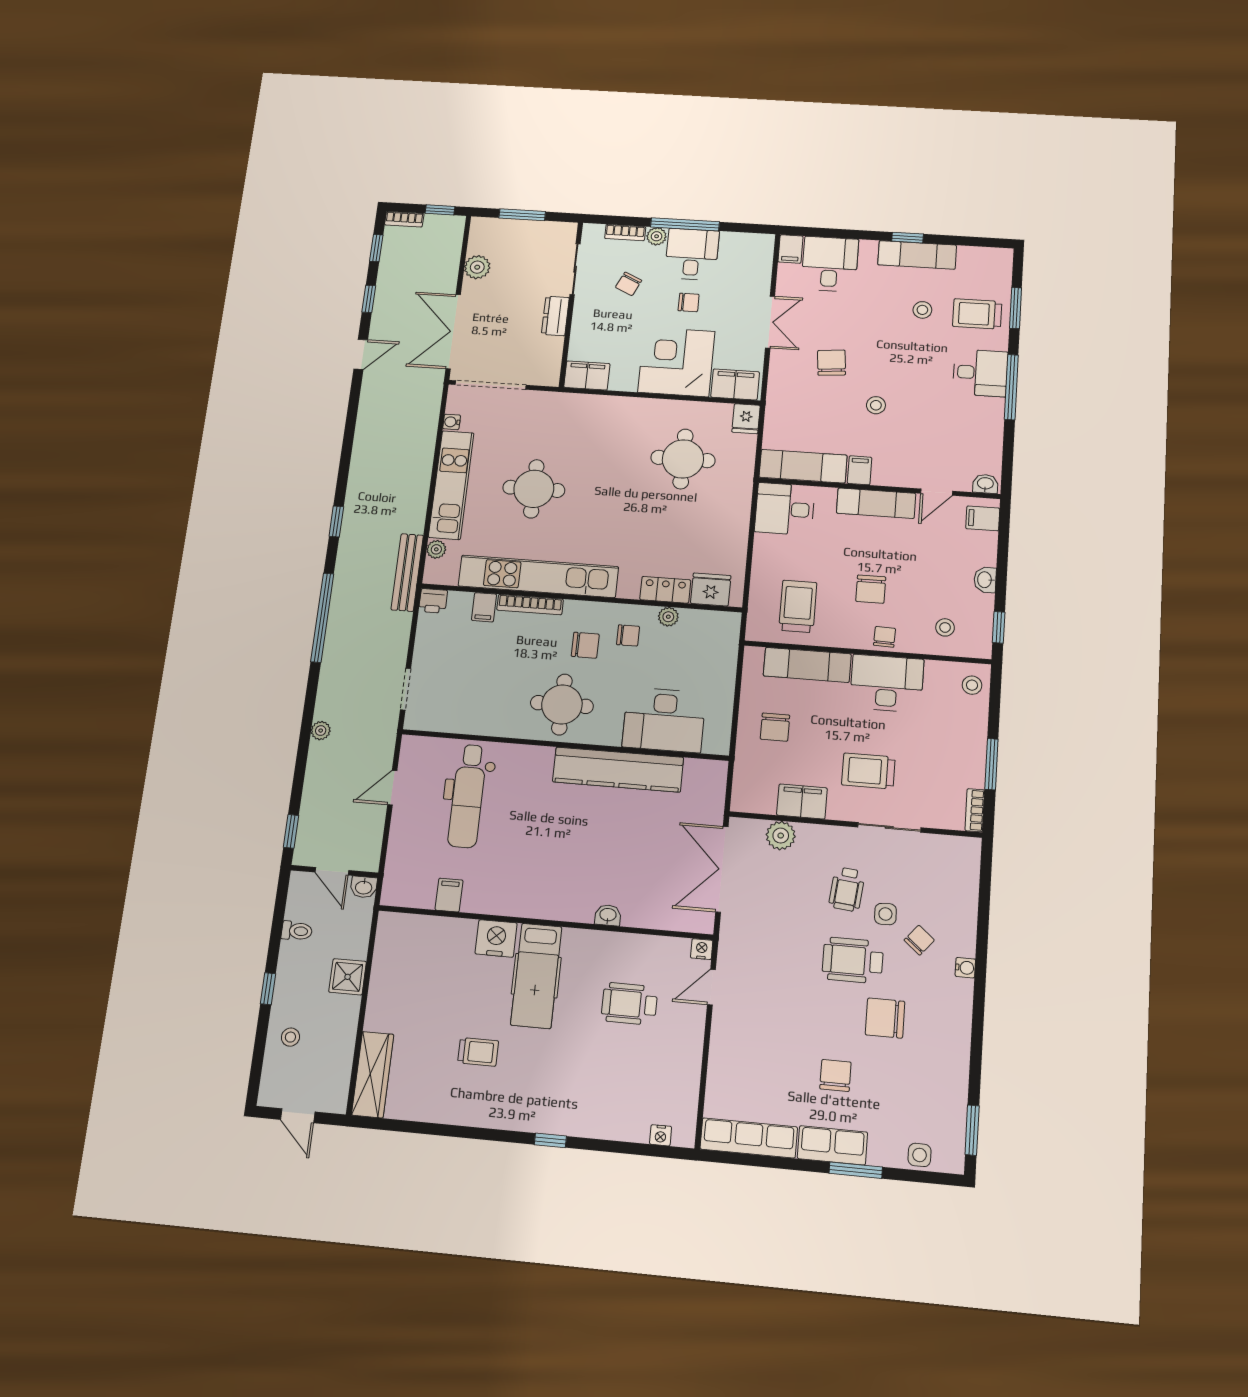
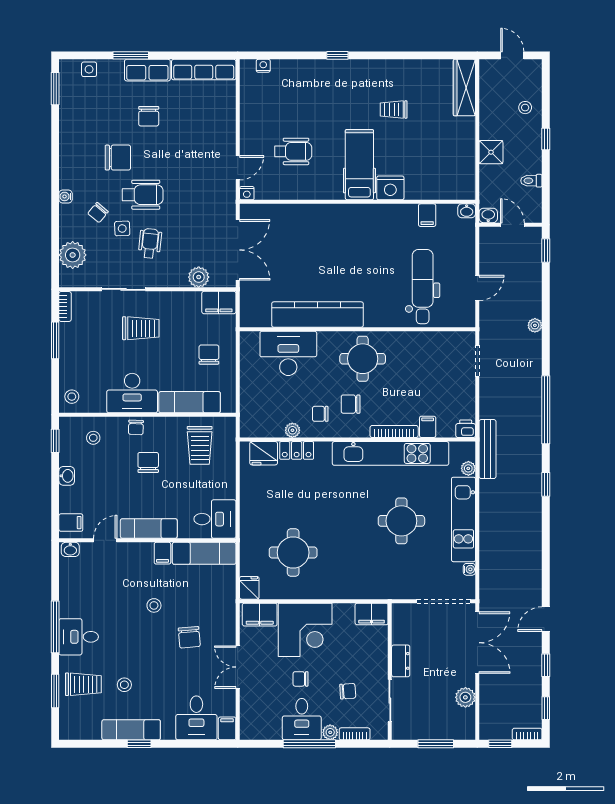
chair: (629, 284) -> (348, 691), turned 61
filing cabinet: (802, 802) -> (219, 303), moved
plant: (960, 882) -> (73, 255), added
washbasin: (608, 915) -> (467, 211), moved

